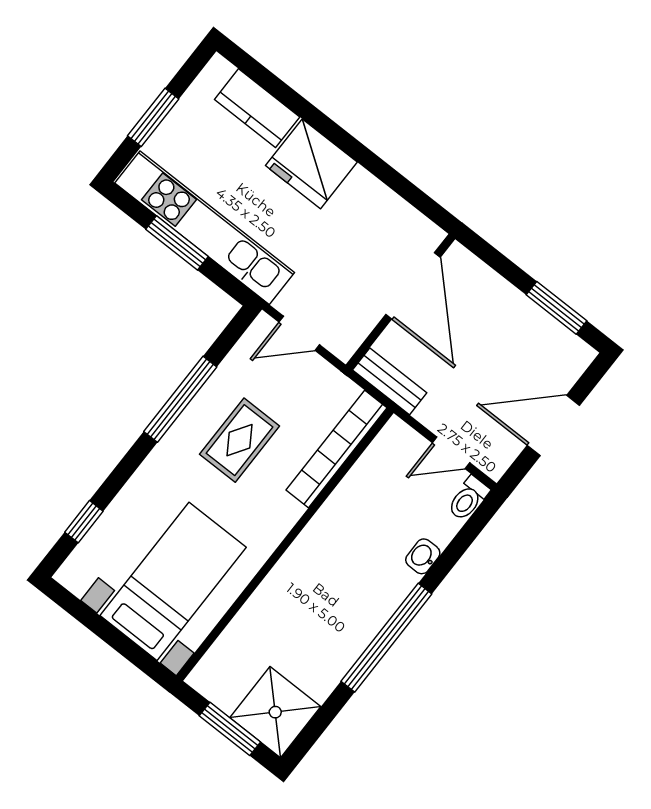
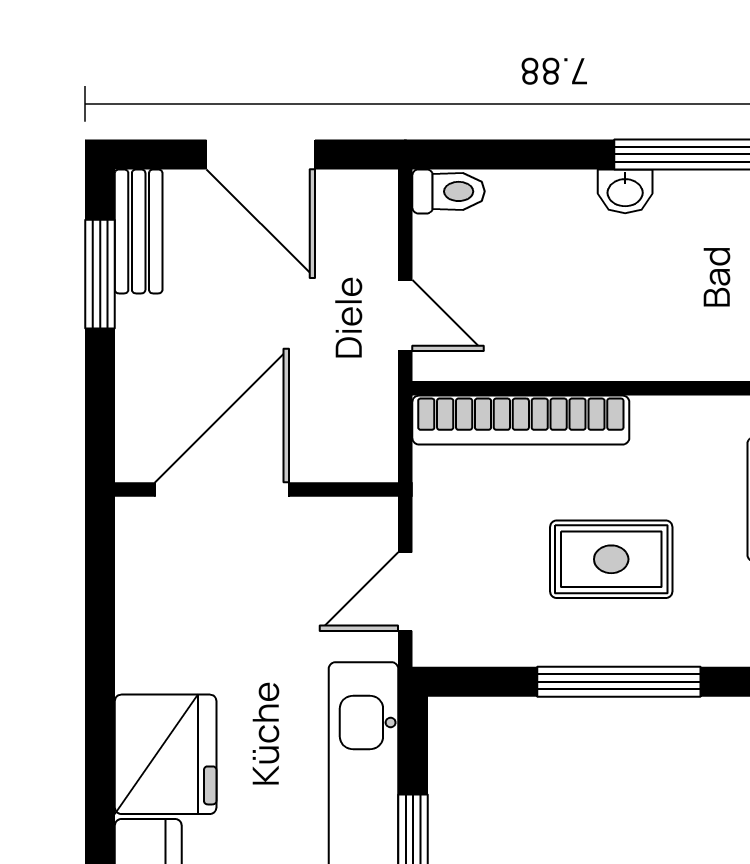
door: (299, 333) -> (405, 592), swing flipped
bench: (390, 381) -> (139, 231), moved
door: (451, 453) -> (405, 315), moved
washbasin: (423, 556) -> (625, 191), moved

